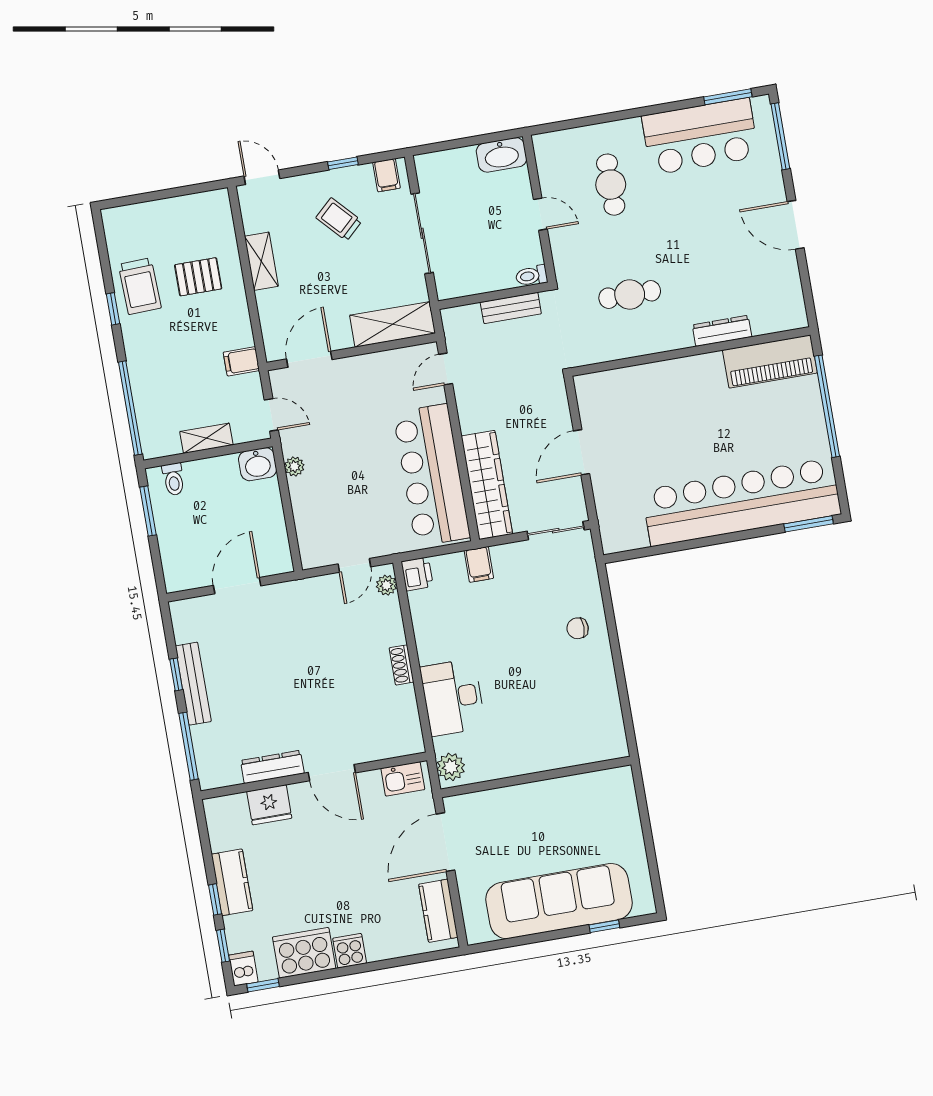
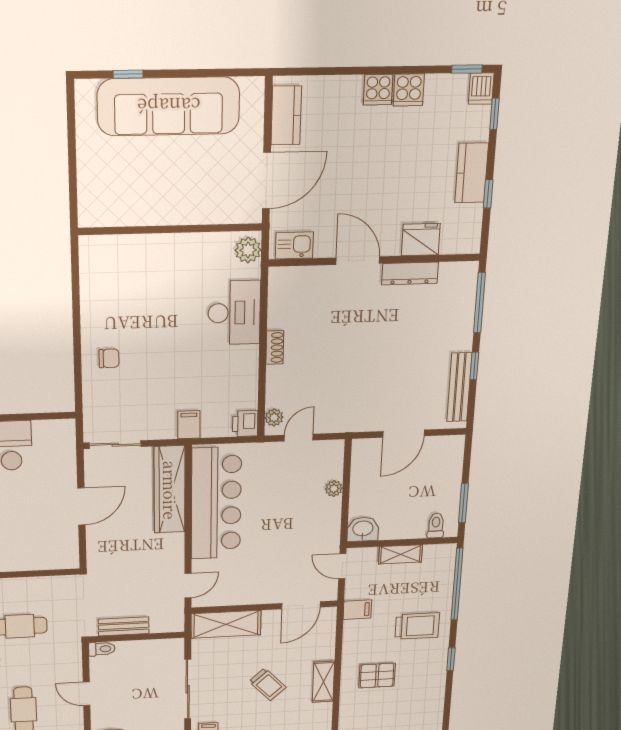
trolley: (339, 219) -> (268, 684), moved
trolley: (140, 286) -> (417, 626), moved, turned 92
plant: (294, 466) -> (334, 489), moved
bench: (193, 684) -> (459, 387), moved
window: (215, 899) -> (488, 194), moved
cooker: (304, 953) -> (409, 90), width x0.53, depth x0.76

